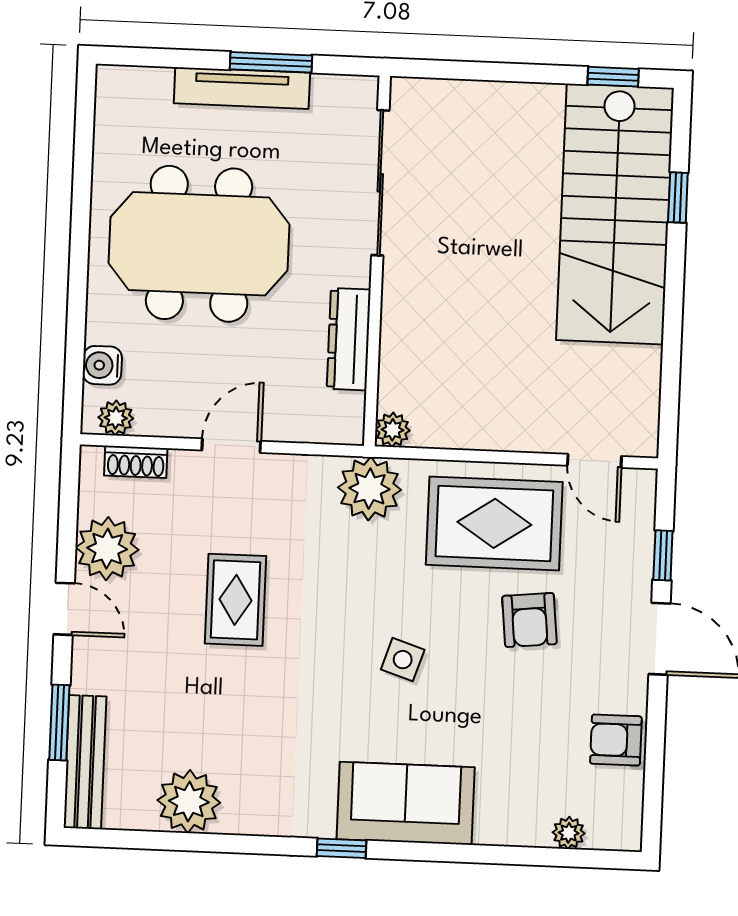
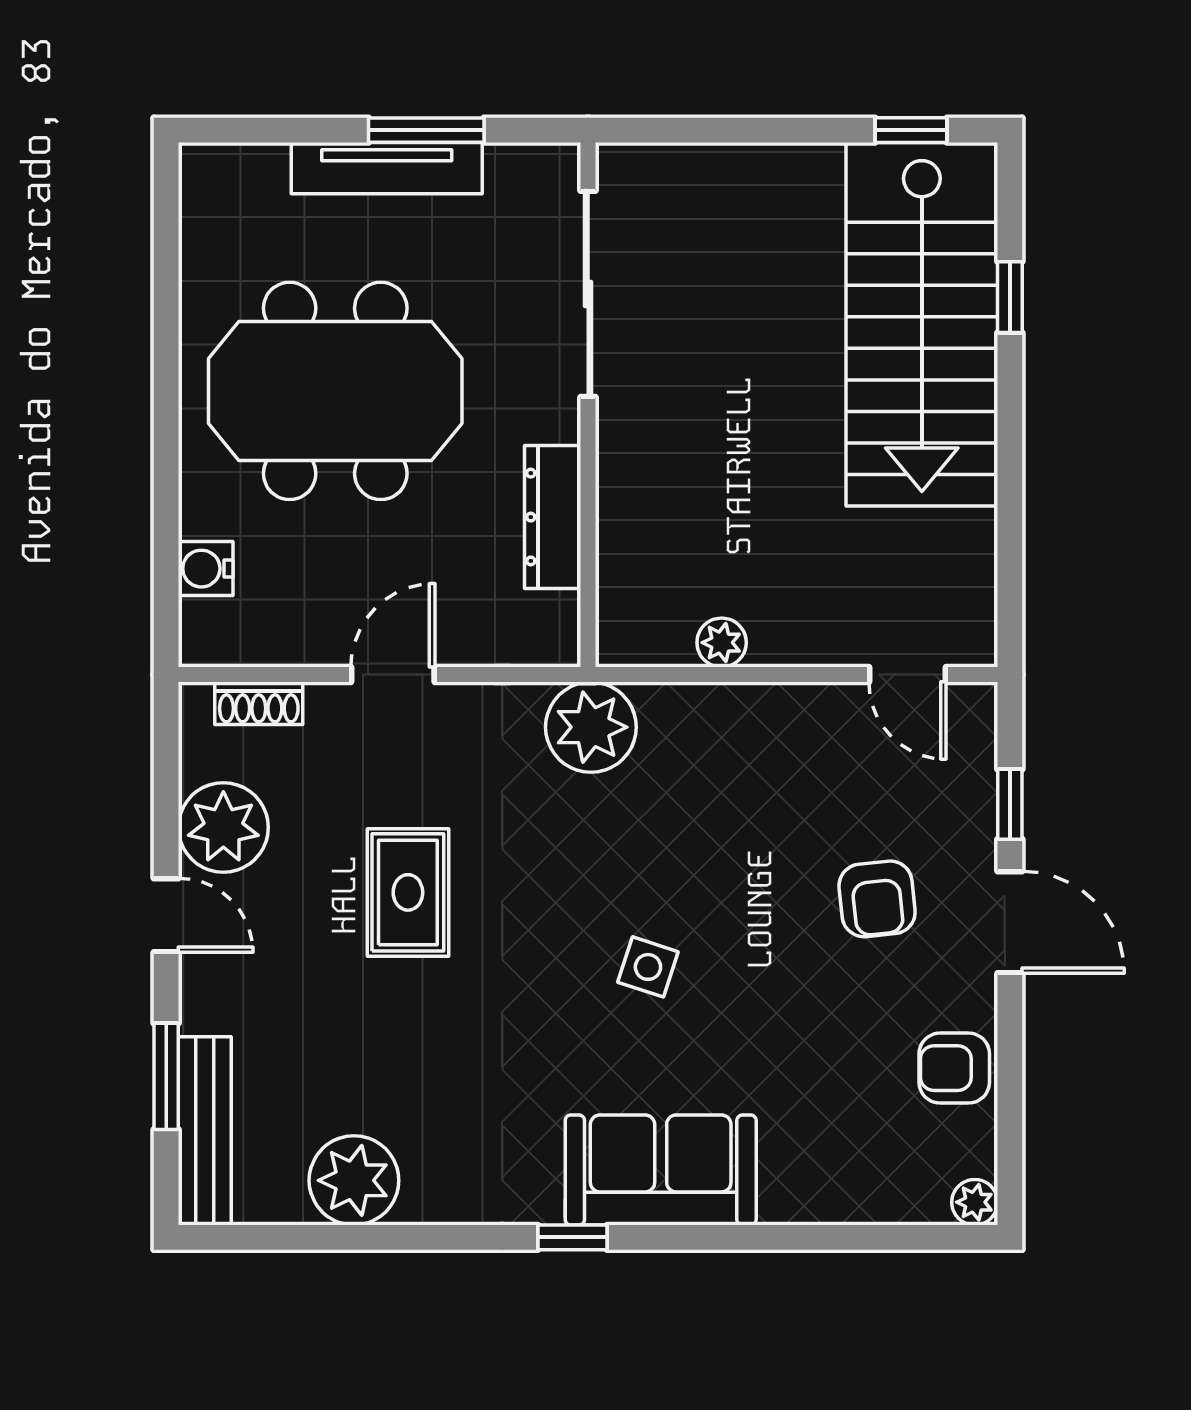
plant: (116, 418) -> (228, 642), removed
plant: (393, 430) -> (722, 643), moved
rug: (494, 523) -> (770, 769), removed
armchair: (529, 620) -> (877, 899), moved
plant: (569, 833) -> (975, 1202), moved

